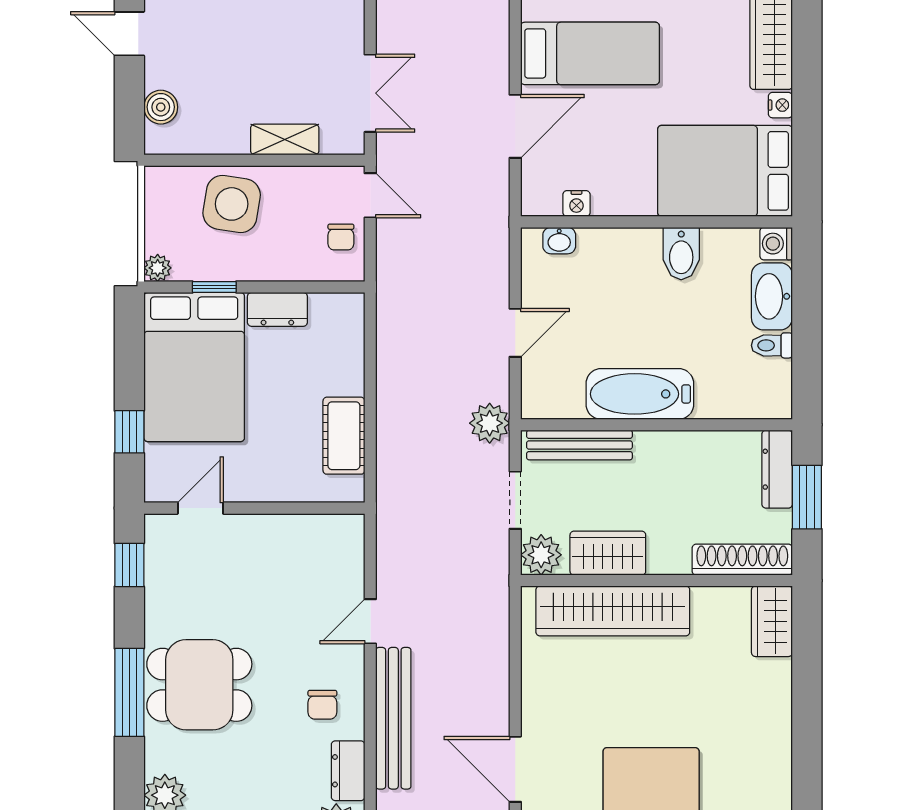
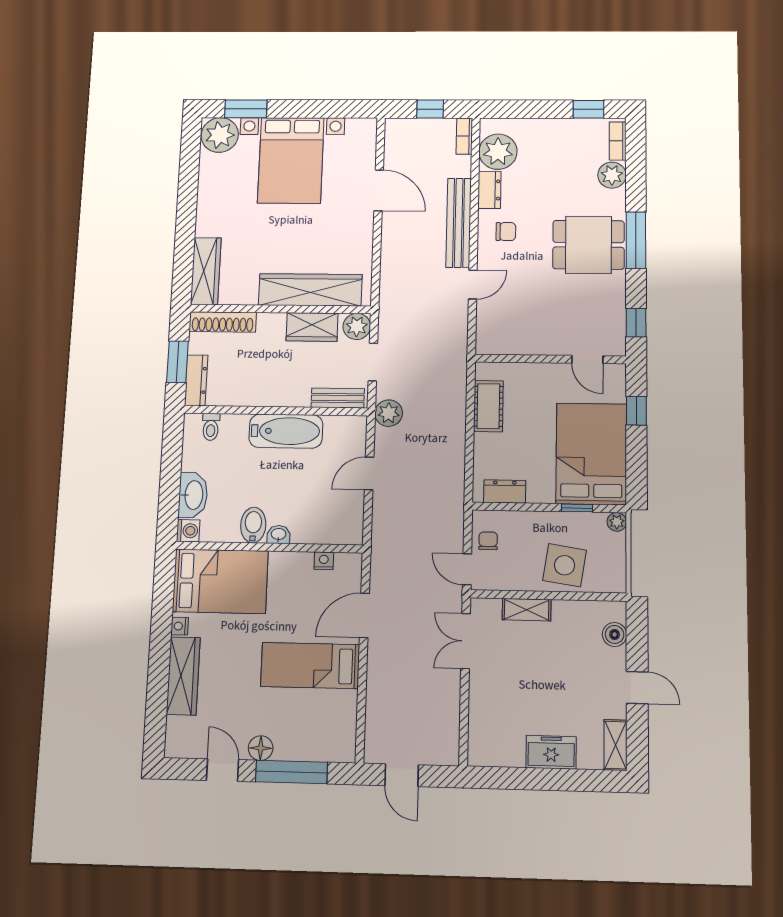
washbasin: (559, 241) -> (279, 534), moved
dresser: (277, 309) -> (505, 491), moved
toilet: (772, 345) -> (211, 427), moved, turned 90
bench: (579, 445) -> (338, 398), width x0.73
door: (200, 508) -> (587, 359), hinge flipped
wardrobe: (772, 621) -> (206, 271), width x1.50
chair: (322, 705) -> (506, 232), turned 90

